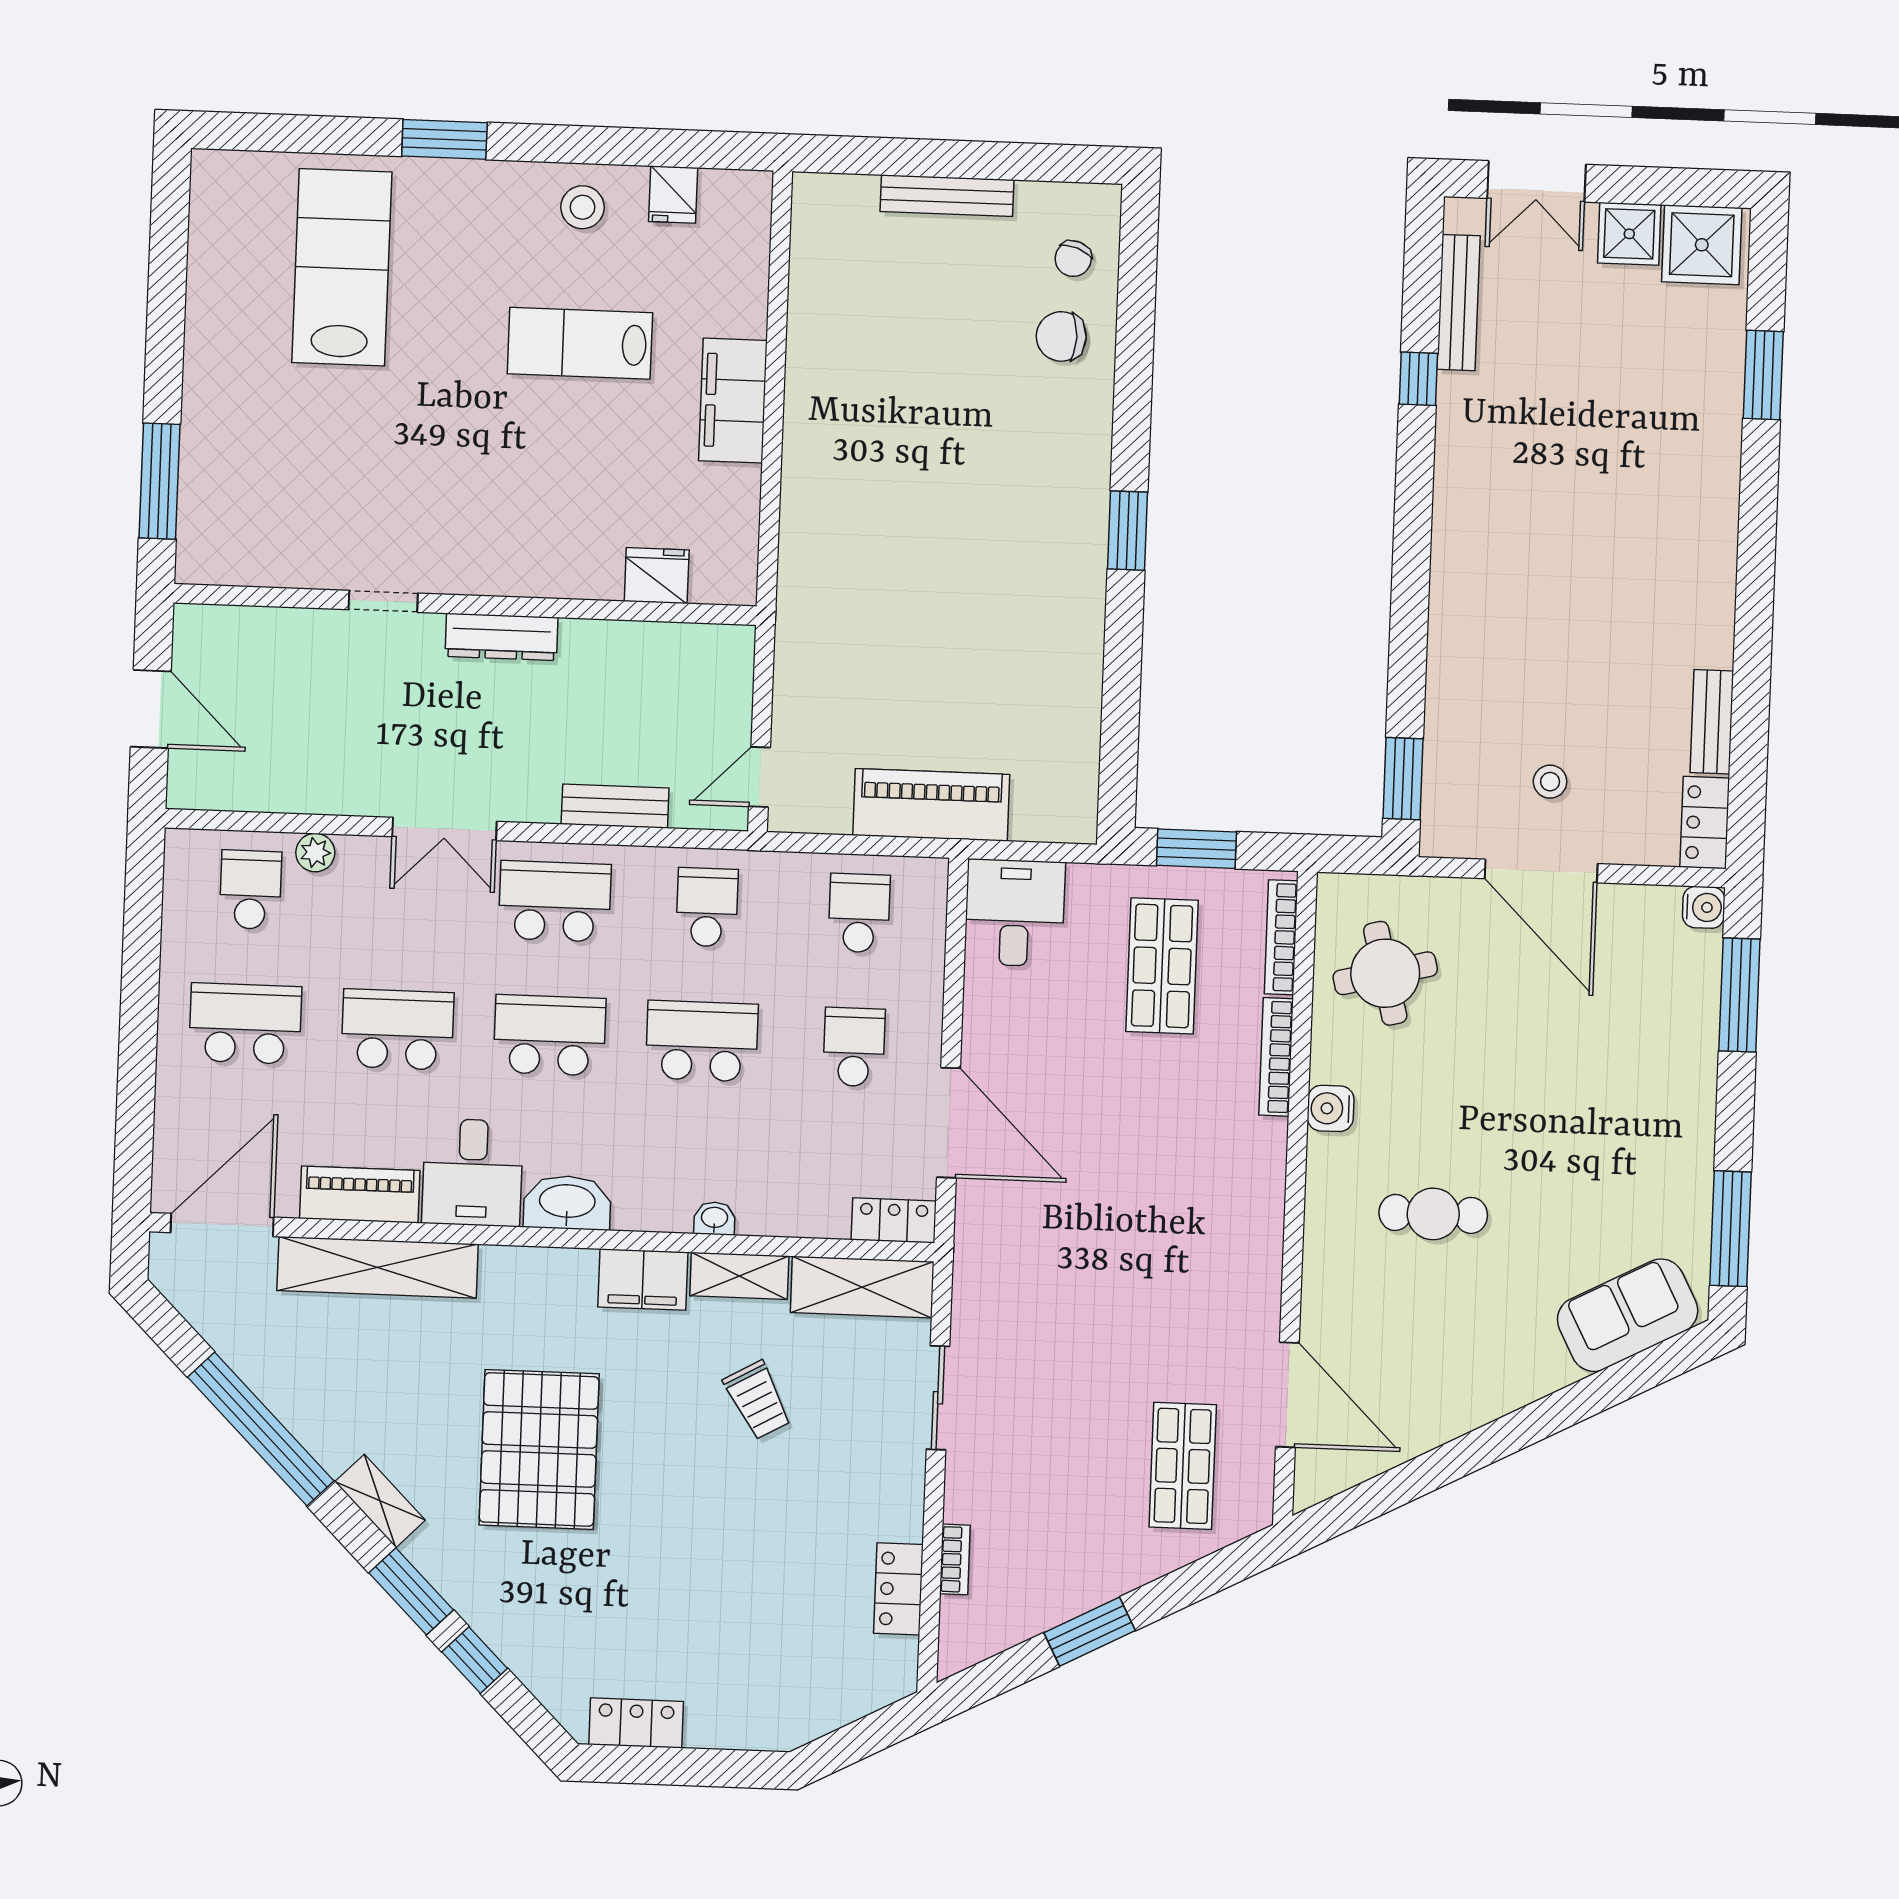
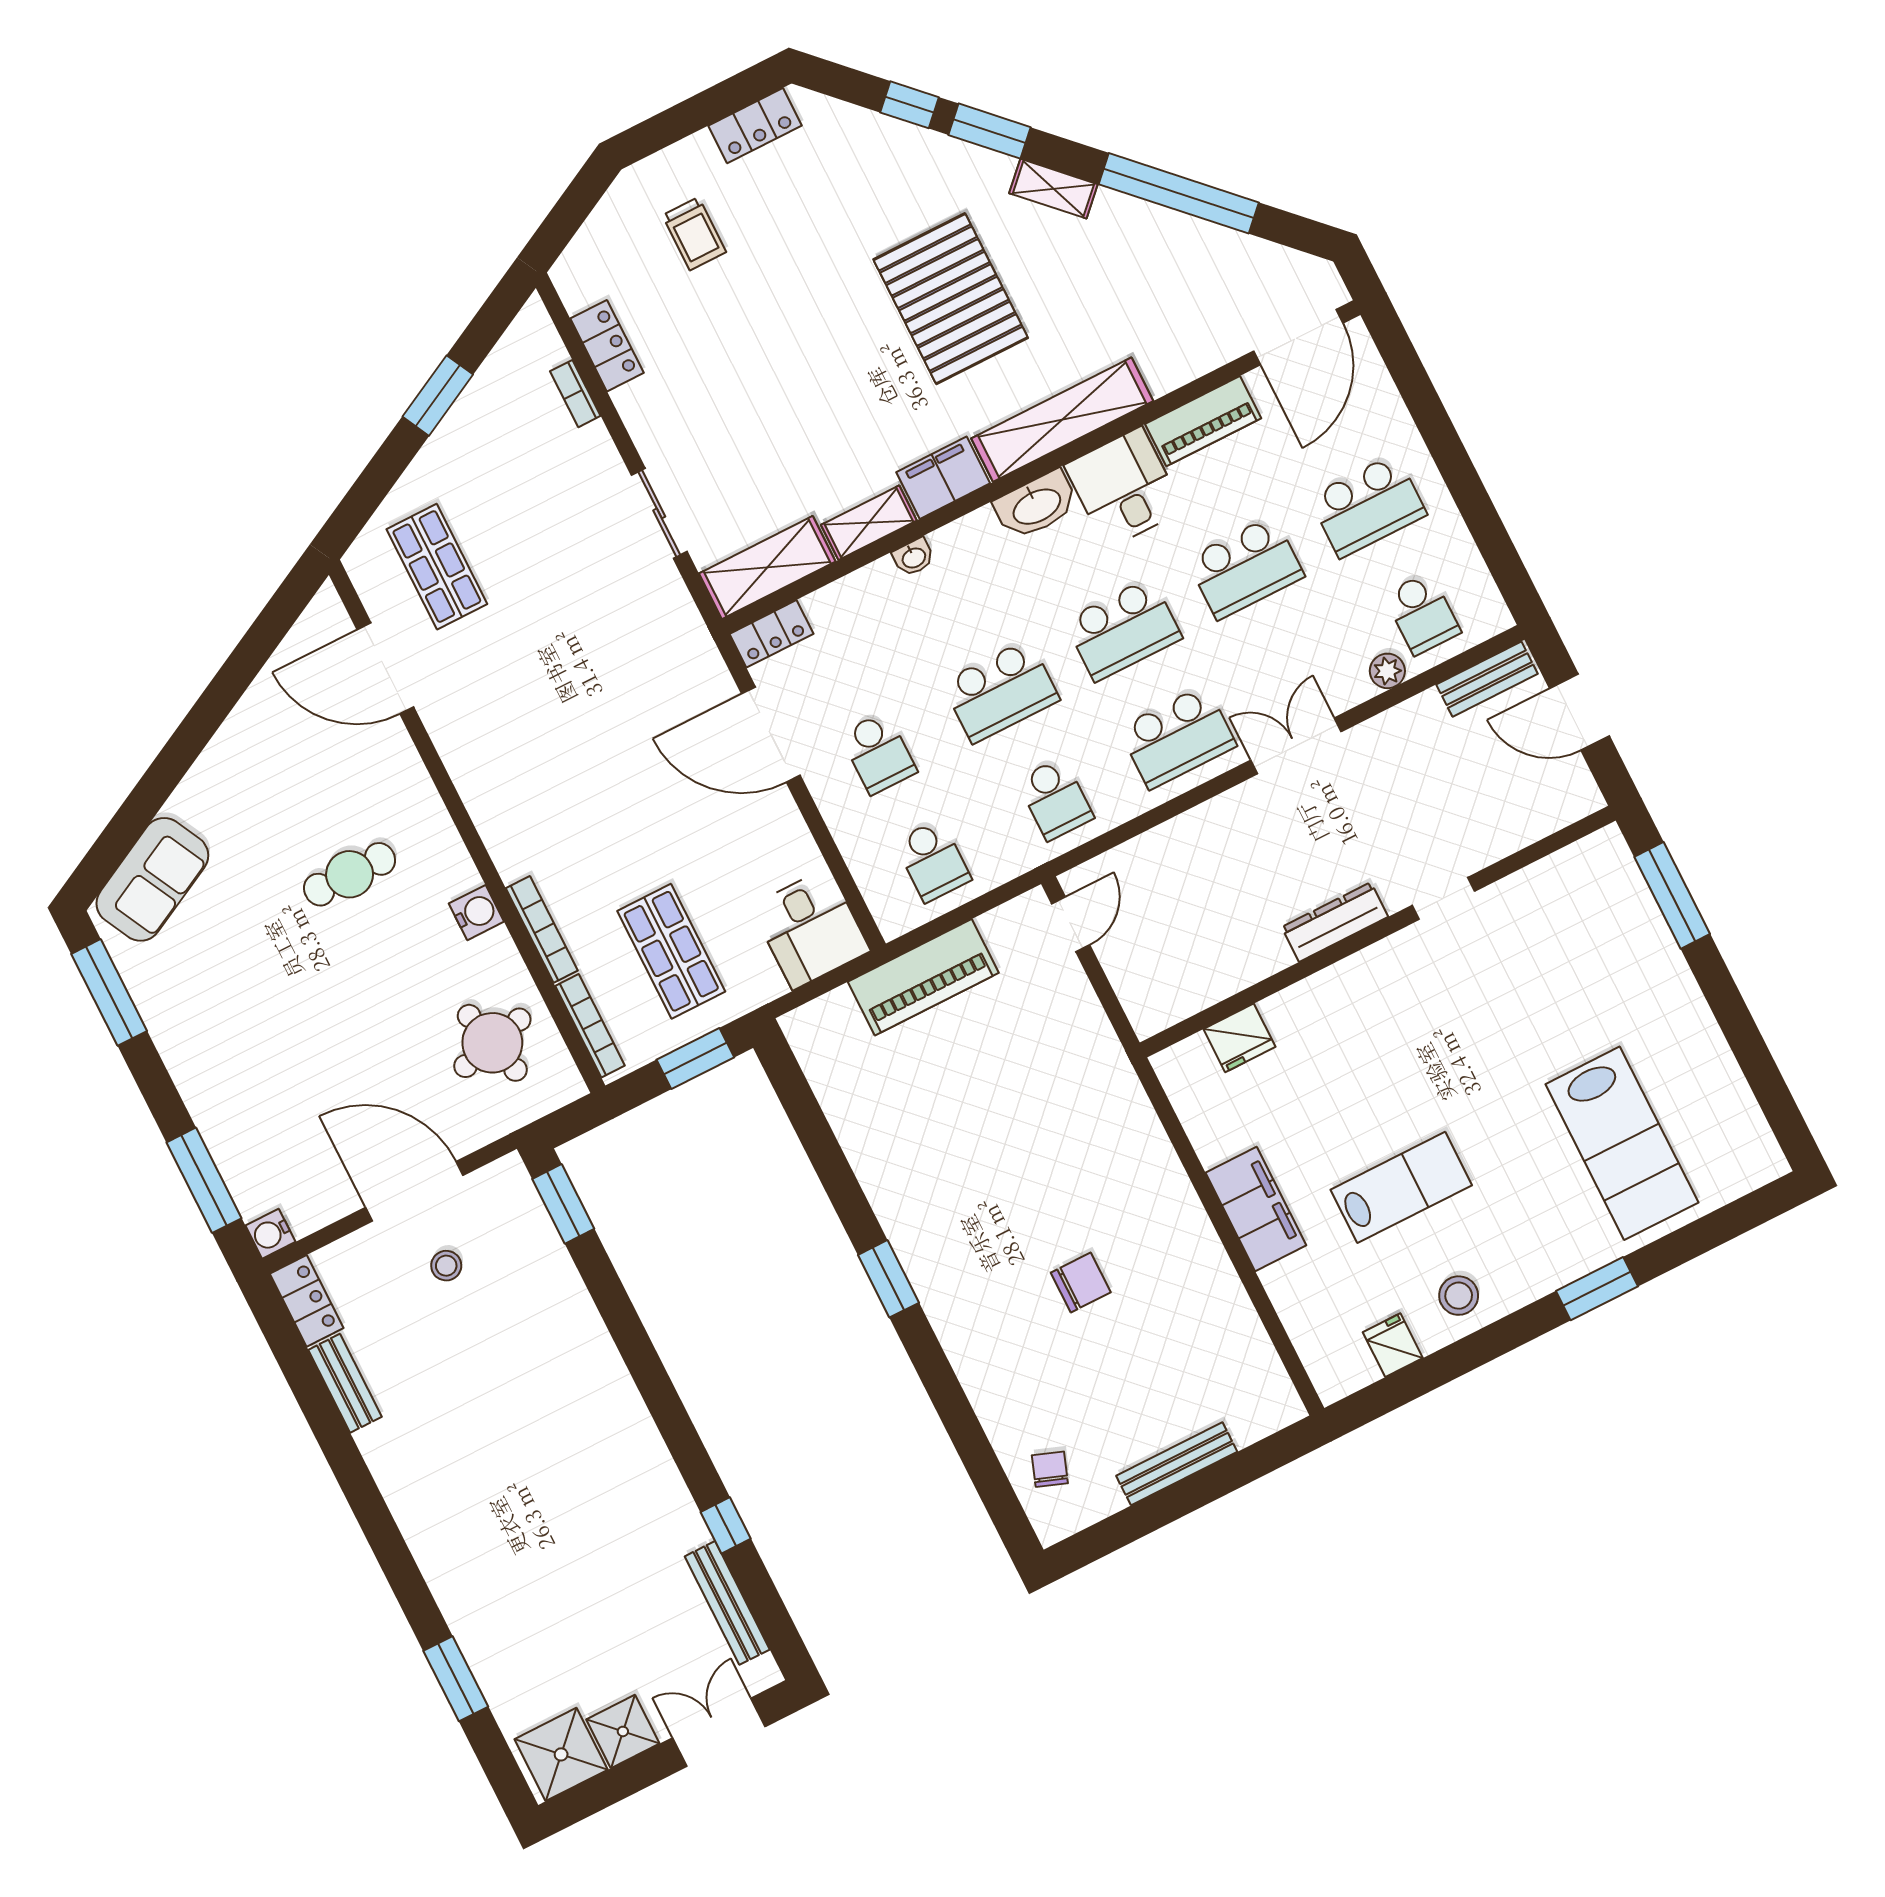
chair: (1061, 336) -> (1081, 1282), moved
bench: (615, 806) -> (1487, 679), moved
shelving: (378, 1267) -> (1062, 420), moved
trolley: (758, 1400) -> (694, 234), moved, turned -151

